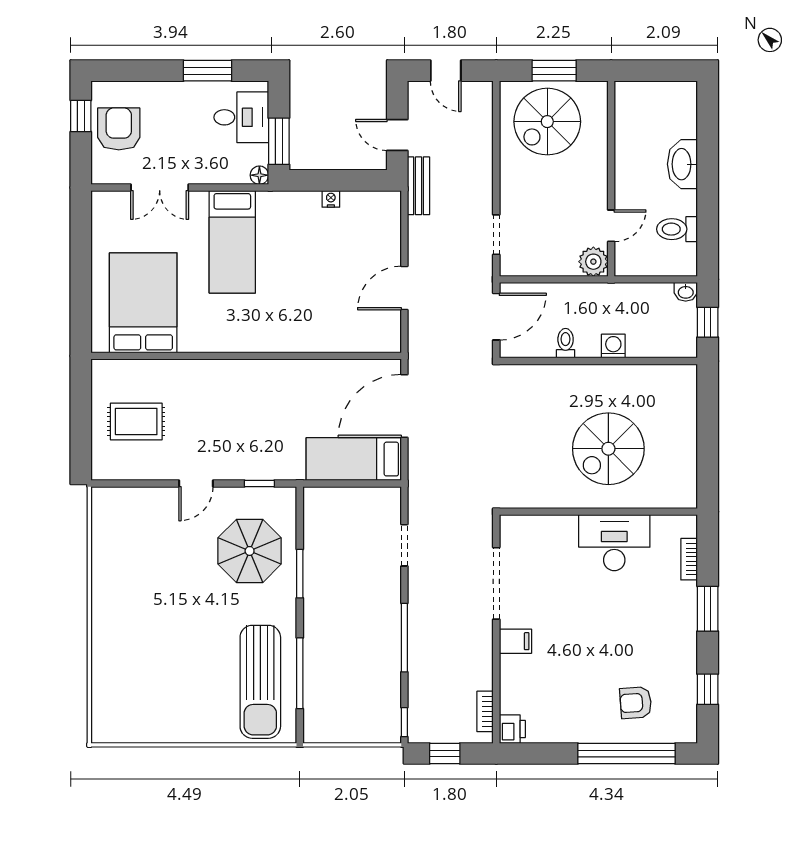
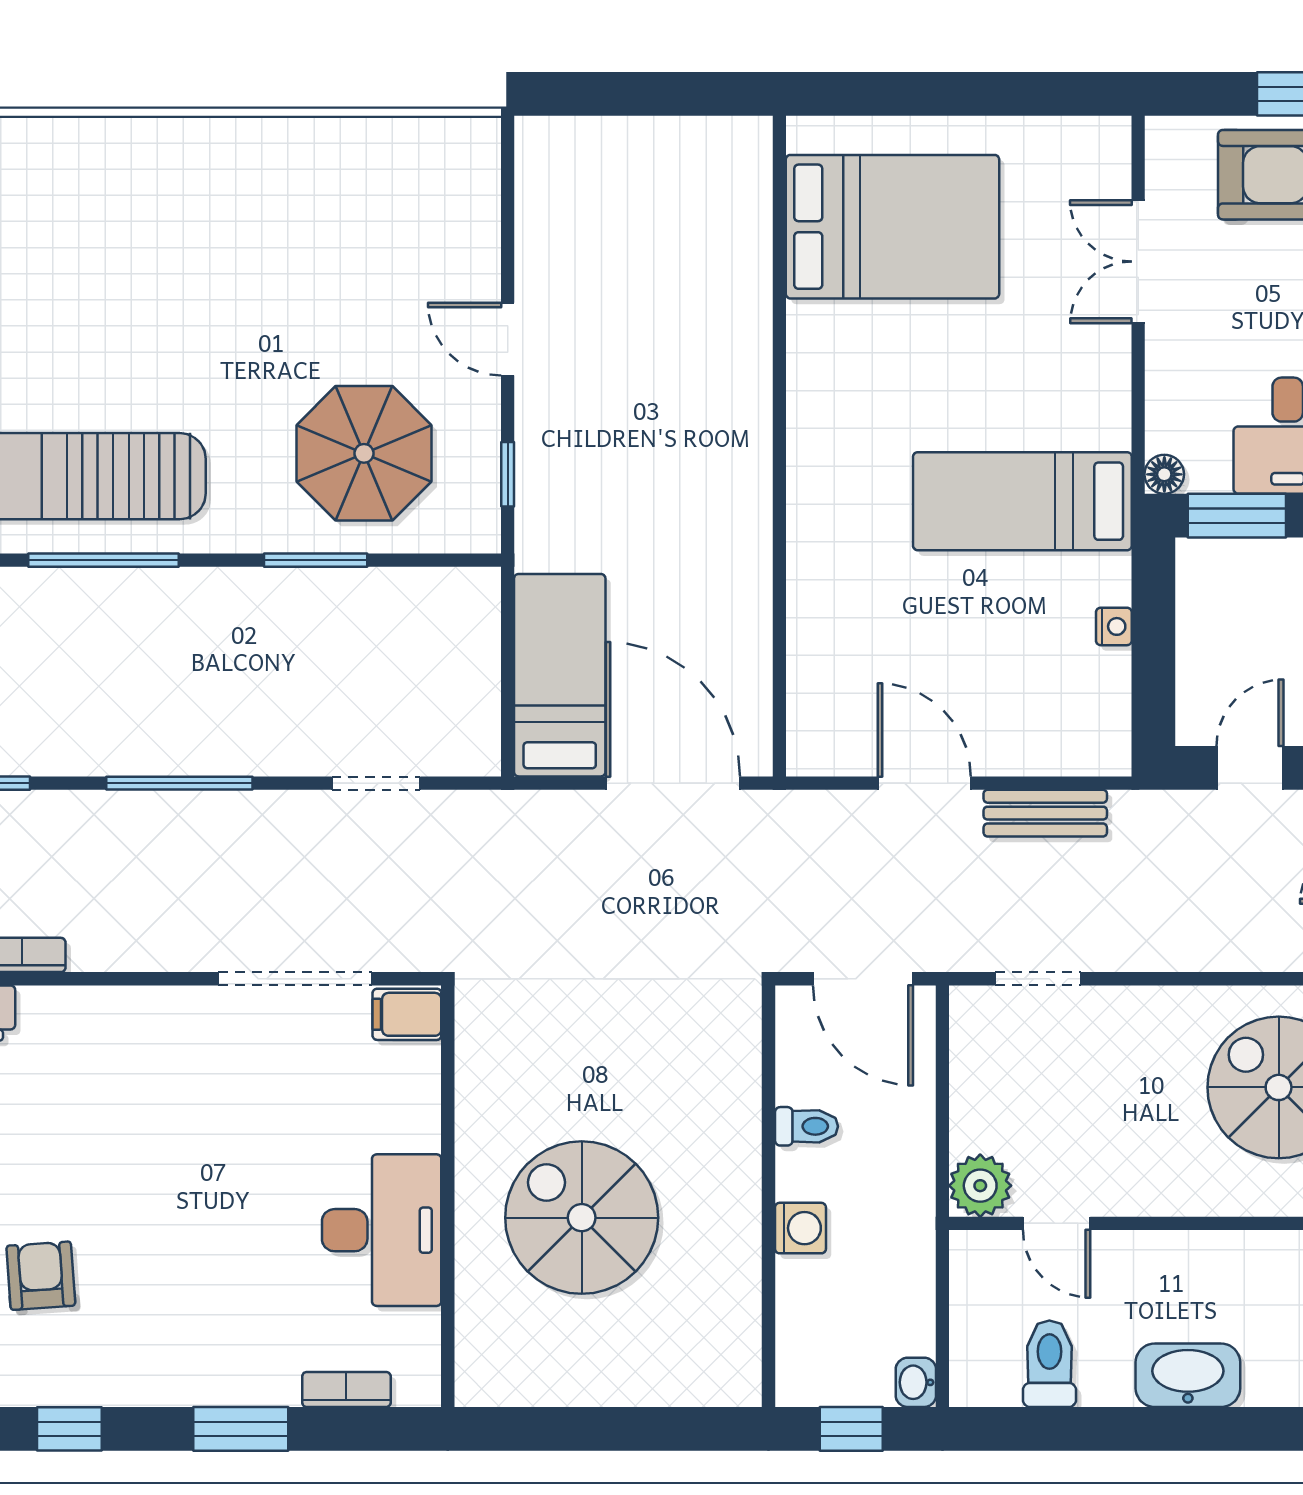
bench: (418, 186) -> (1045, 813), moved
bed: (232, 242) -> (1022, 501), moved
rug: (136, 421) -> (640, 212), removed
filing cabinet: (515, 641) -> (407, 1014), moved, turned 90

